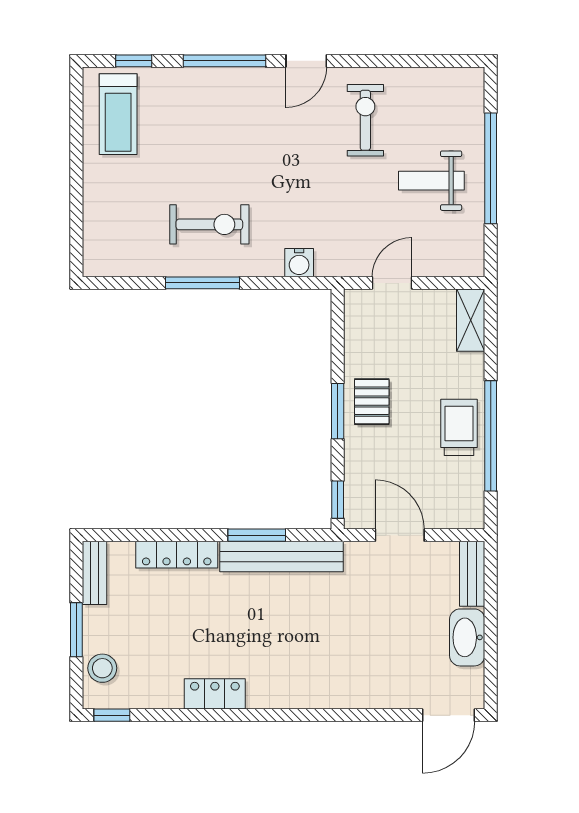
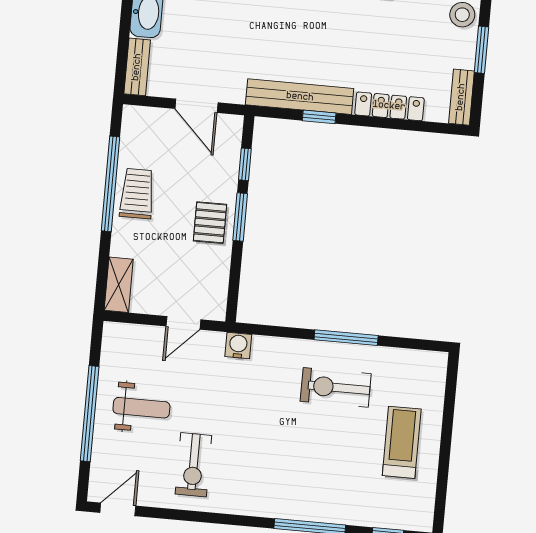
door: (306, 61) -> (118, 509), moved
treadmill: (118, 114) -> (402, 442), moved
water cooler: (299, 263) -> (238, 345), moved
trolley: (459, 427) -> (137, 194), turned 180
window: (338, 500) -> (245, 164), moved
window: (257, 535) -> (319, 117), width x0.67

